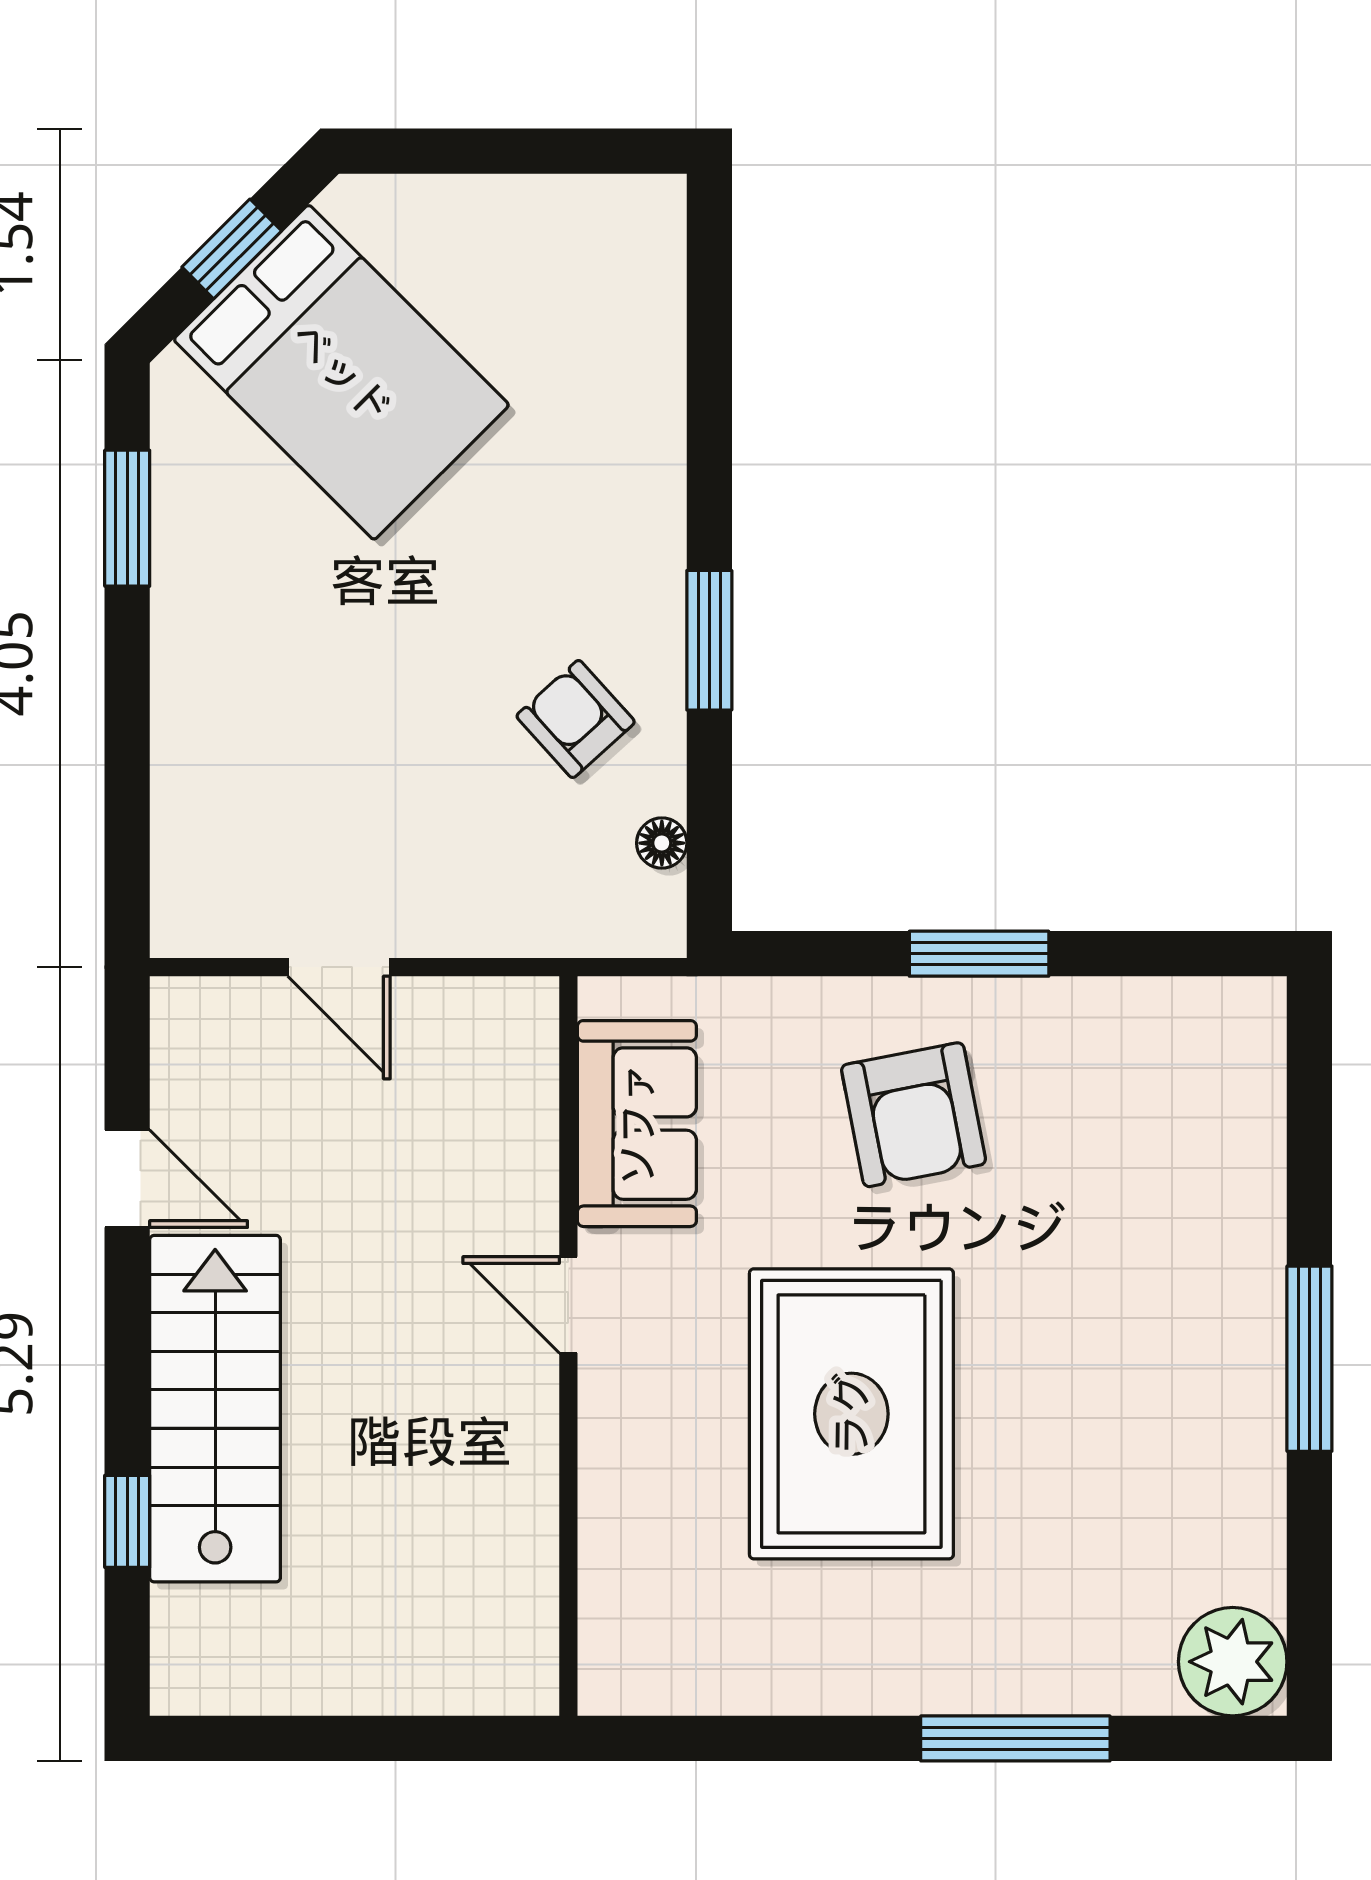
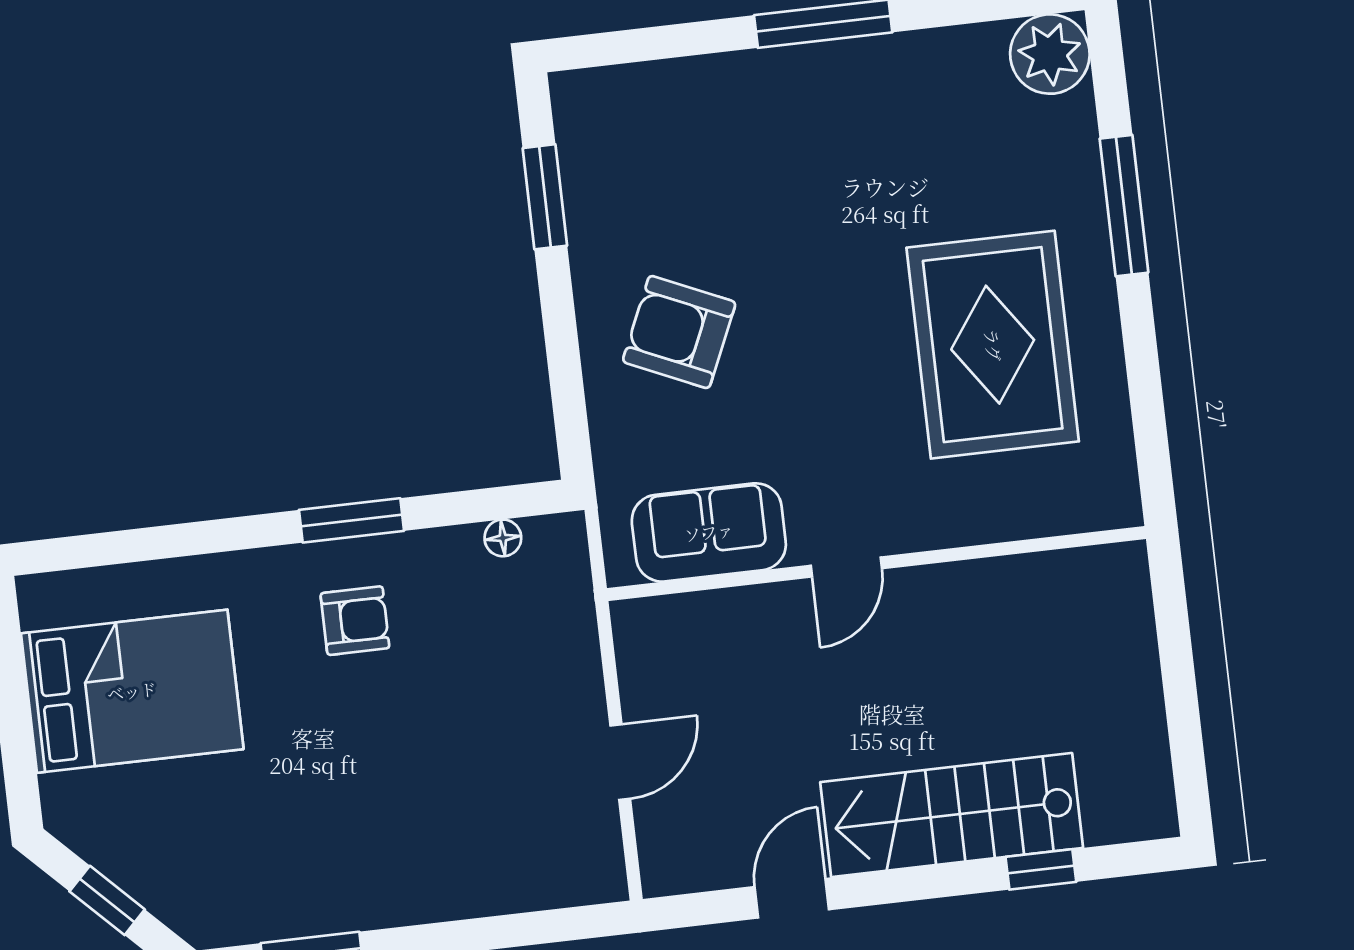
bed: (341, 372) -> (132, 691), moved, turned 45
armchair: (576, 719) -> (355, 621), moved, turned -138
window: (979, 954) -> (545, 197), moved
armchair: (914, 1115) -> (679, 332), turned -145
rug: (851, 1414) -> (993, 345), moved, turned 90

